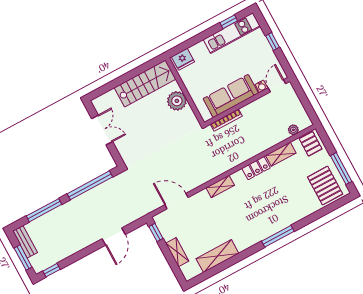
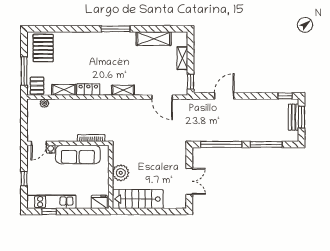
double door: (102, 130) -> (189, 181), swing flipped
window: (341, 169) -> (24, 71), moved
window: (278, 236) -> (116, 29), moved
bench: (25, 242) -> (294, 117), moved

